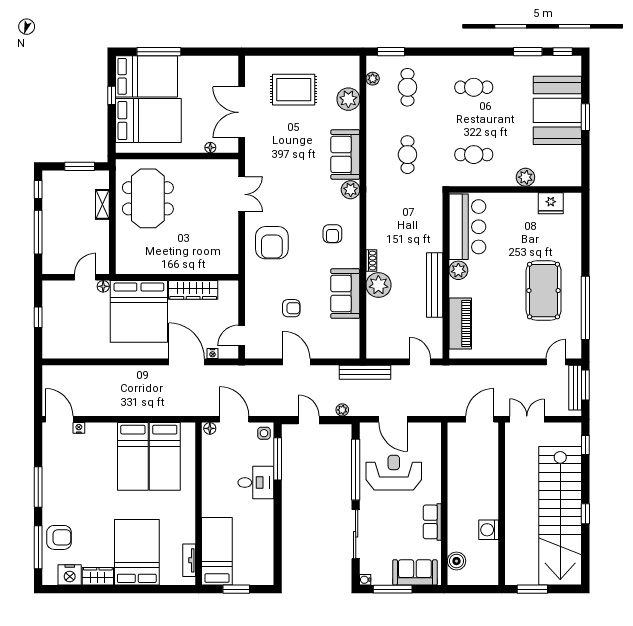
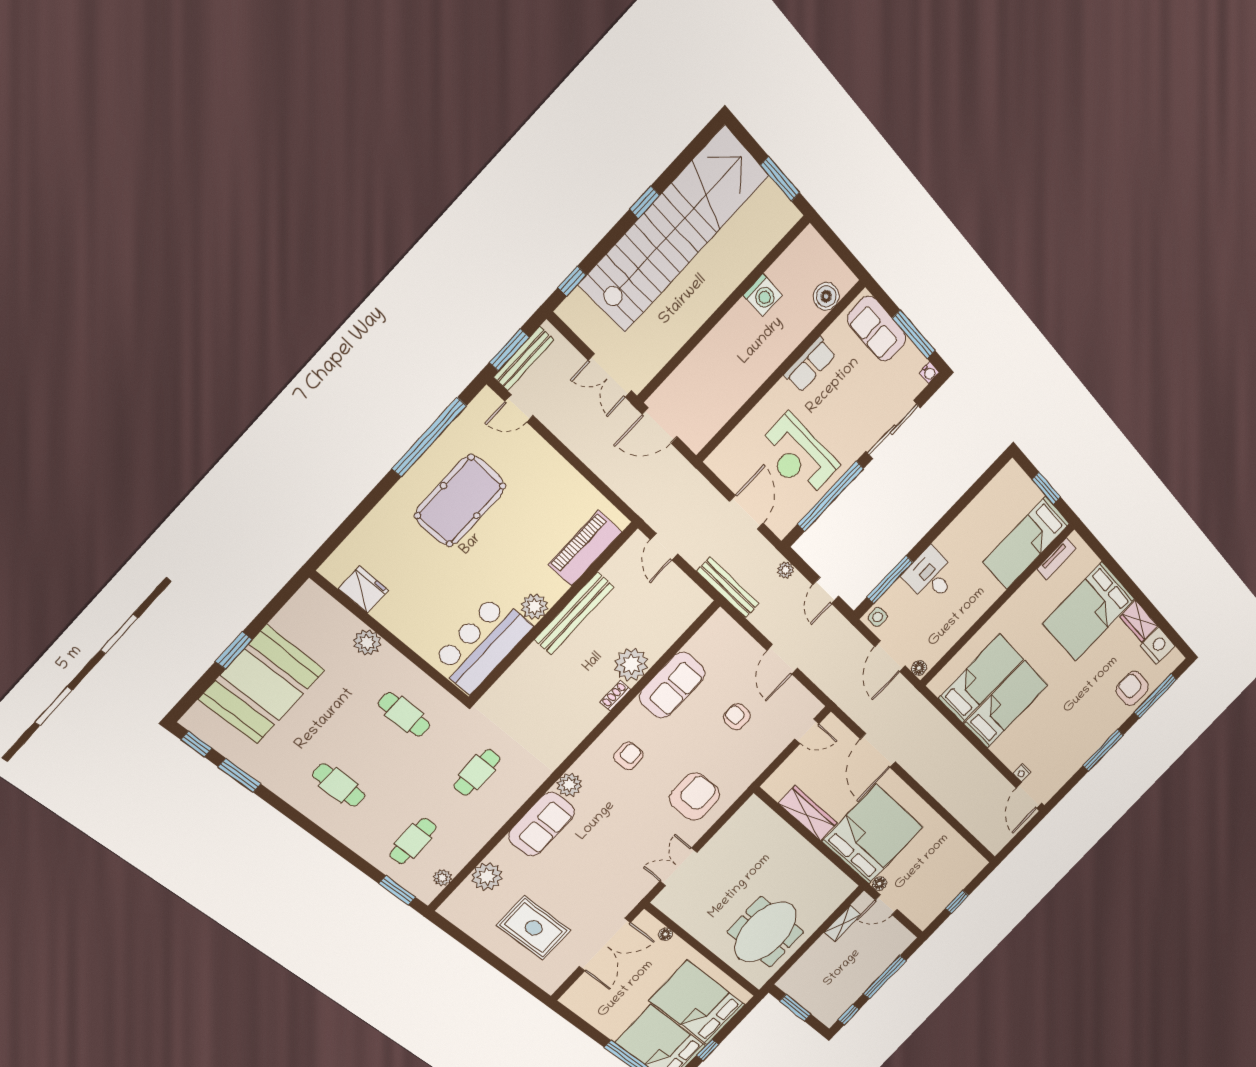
shelving: (102, 204) -> (842, 923), moved
nightstand: (213, 354) -> (848, 738), removed

